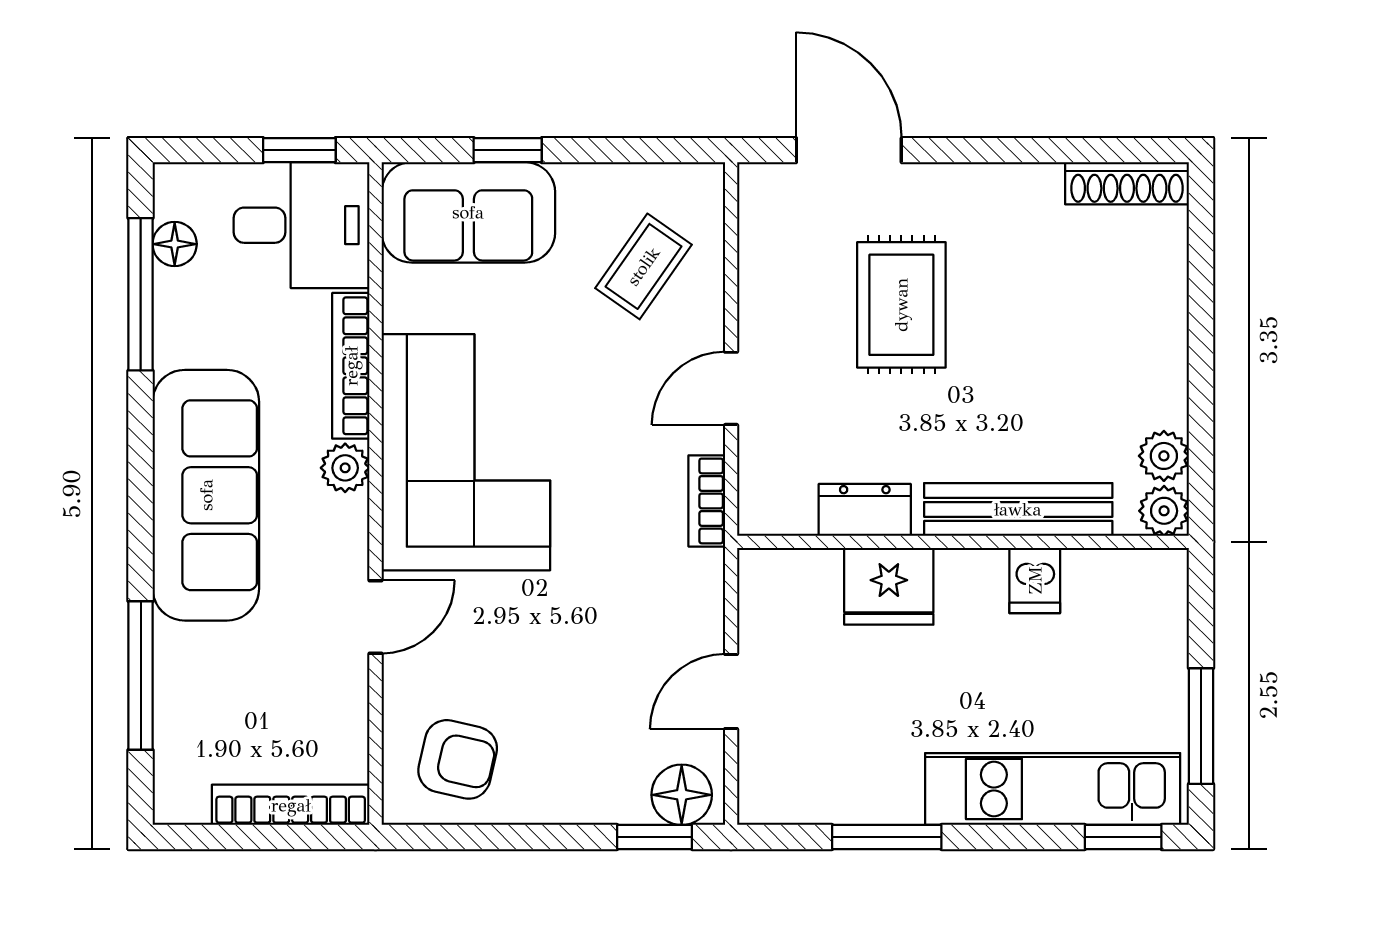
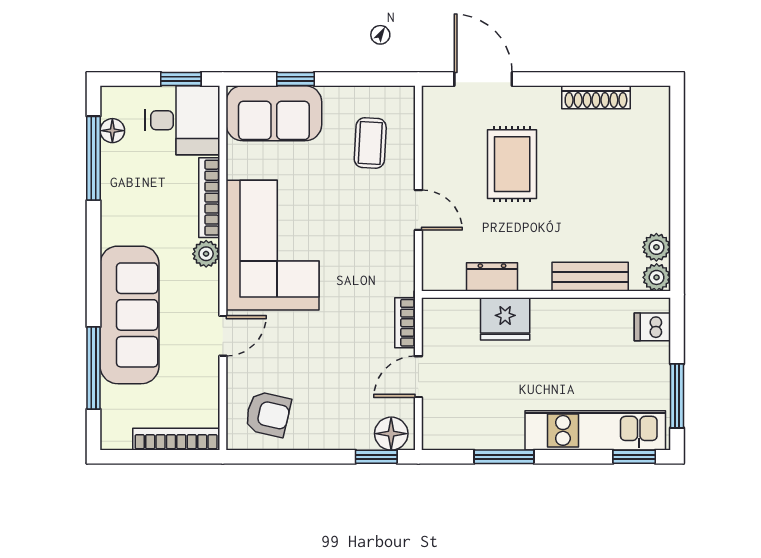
shoe rack: (1127, 183) -> (596, 97), moved
coffee table: (643, 266) -> (370, 143), turned -32
door: (731, 388) -> (418, 210), swing flipped
sofa: (206, 495) -> (129, 315), moved
bookcase: (707, 501) -> (405, 323), moved
bench: (1018, 509) -> (590, 277), width x0.73
dishwasher: (1035, 580) -> (652, 327), moved, turned 90

